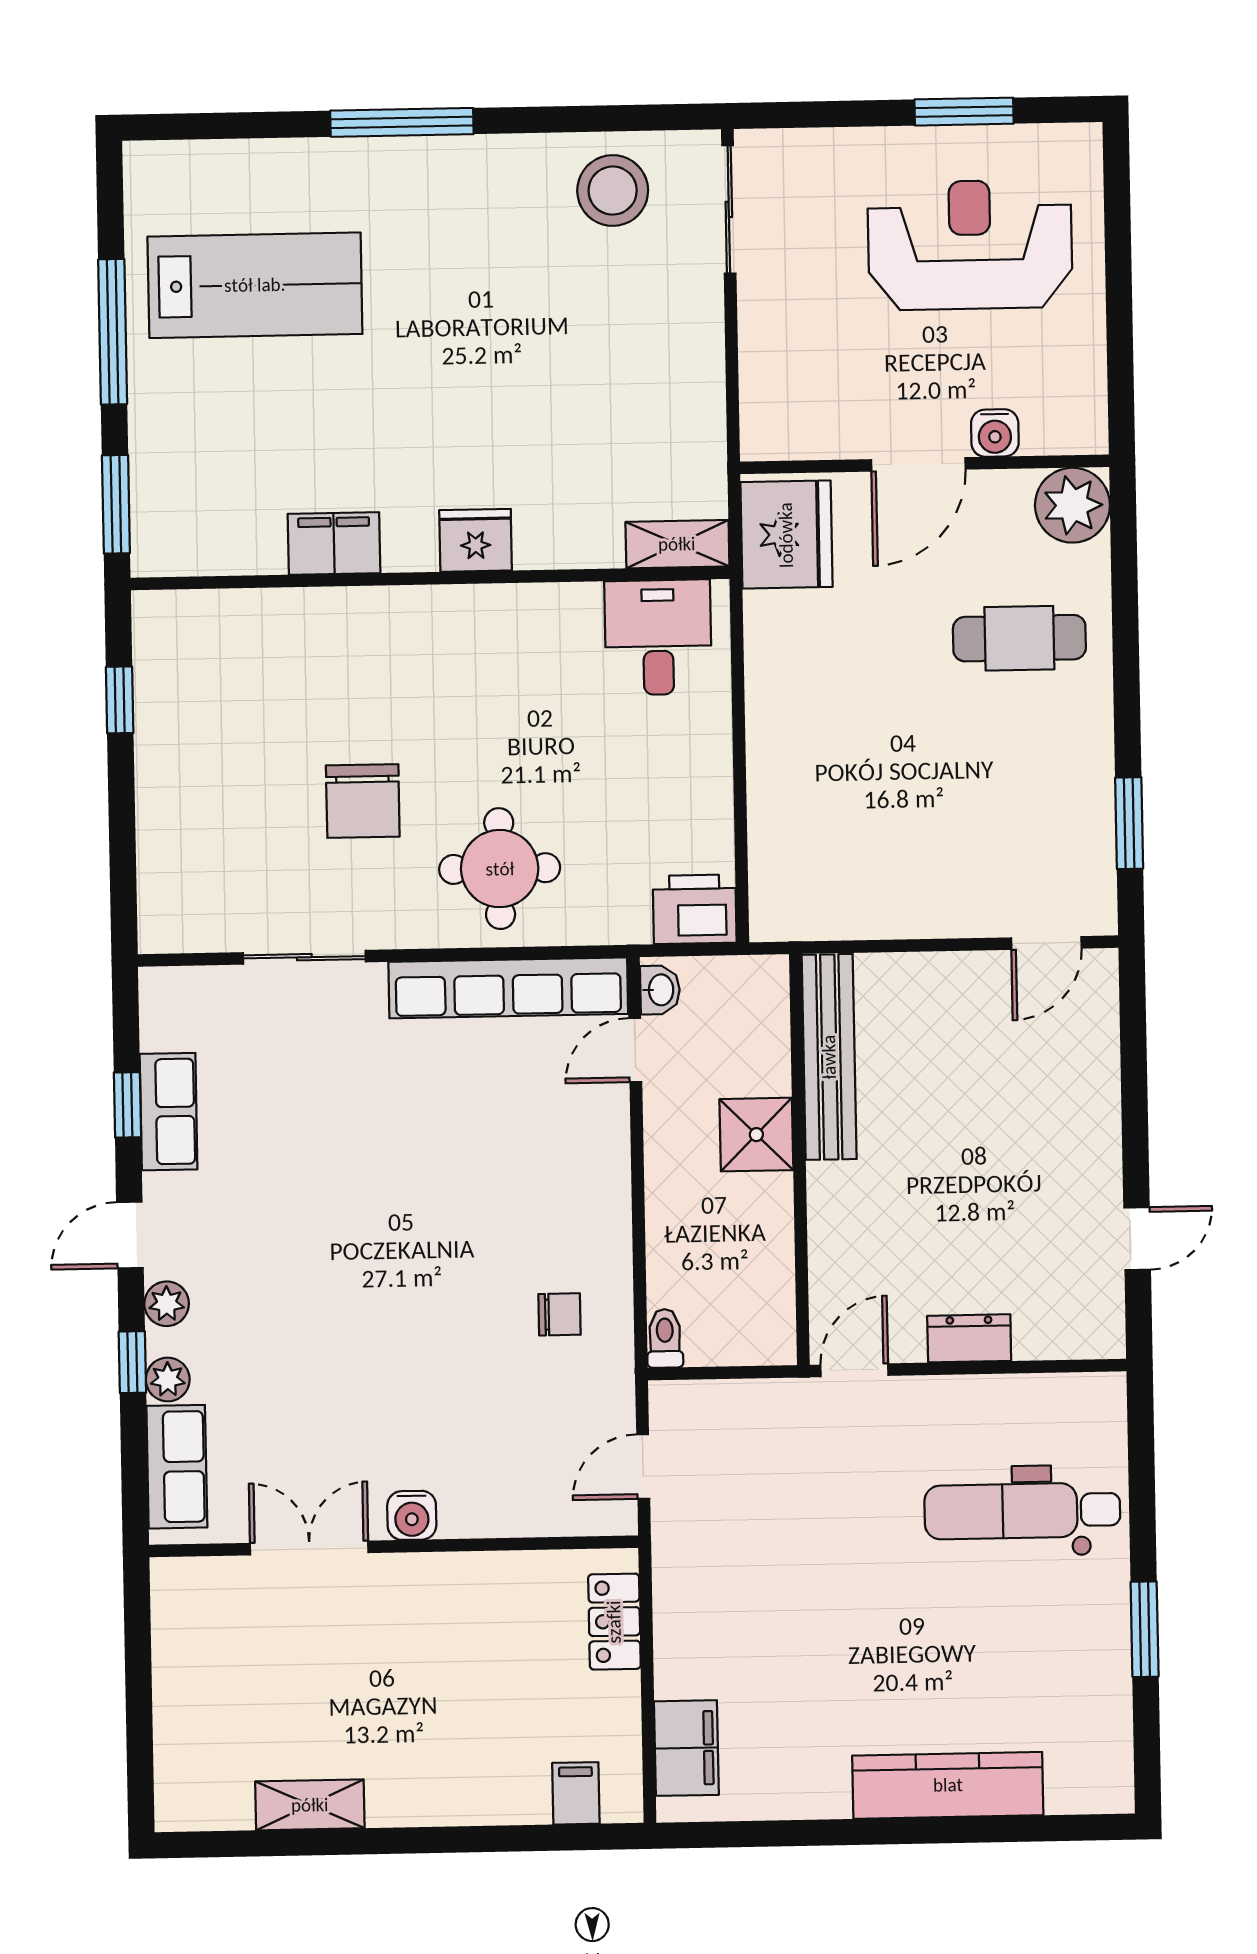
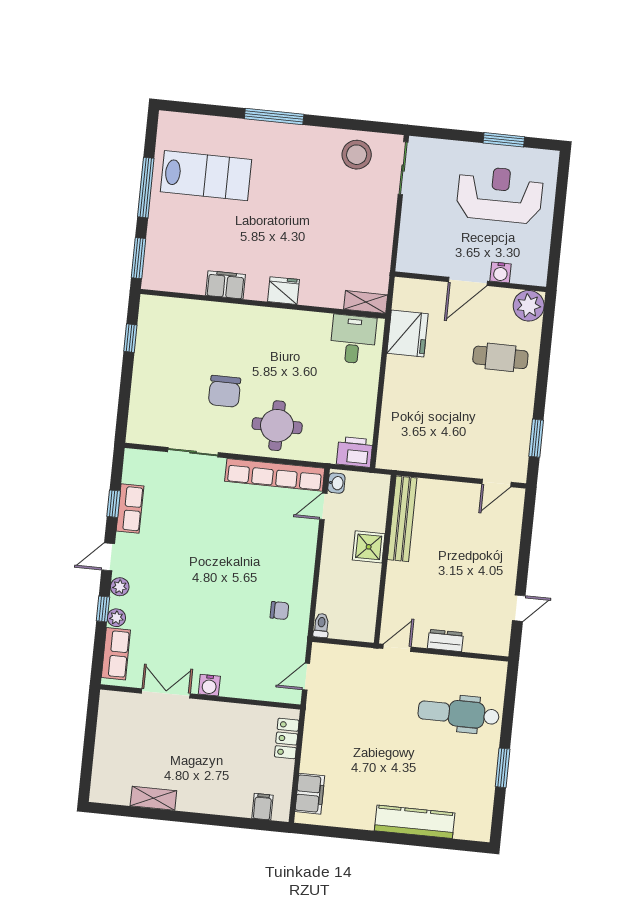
fridge: (786, 535) -> (408, 334), moved

